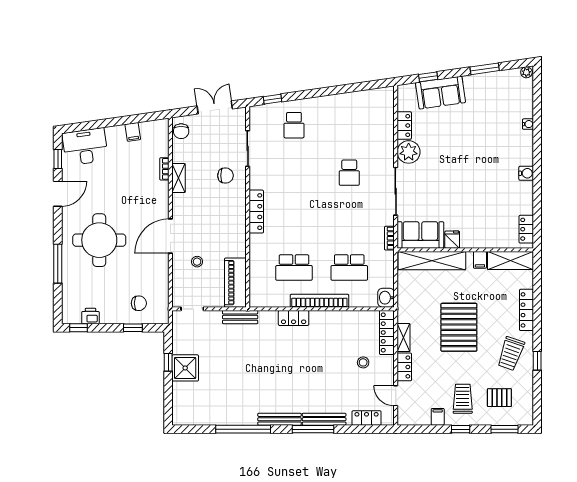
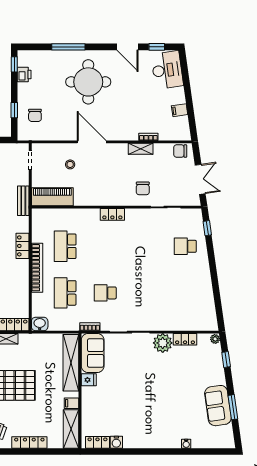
plant: (526, 72) -> (215, 339), moved
sofa: (441, 93) -> (218, 406), moved
school desk: (349, 173) -> (105, 293), moved
water cooler: (526, 173) -> (116, 442), moved
locker: (256, 212) -> (112, 214), width x0.66

